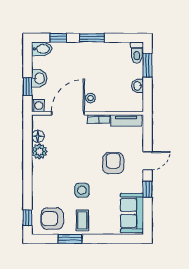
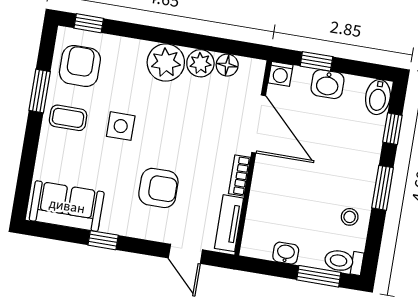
stool: (91, 98) -> (350, 217), moved
door: (148, 161) -> (185, 254), moved
plant: (42, 171) -> (166, 63), added

